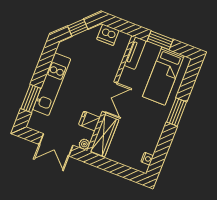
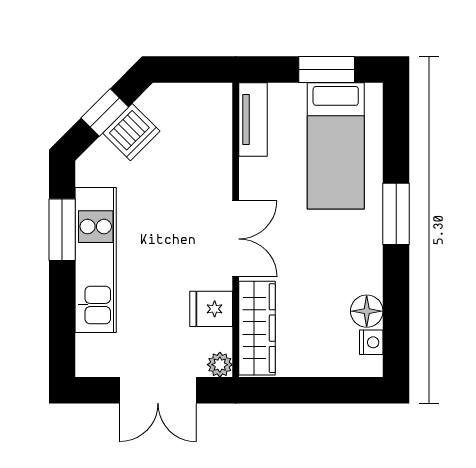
dishwasher: (108, 35) -> (131, 132), moved, turned -45
window: (160, 40) -> (327, 70), moved
window: (31, 99) -> (62, 230), moved
floor lamp: (150, 146) -> (367, 311), added

